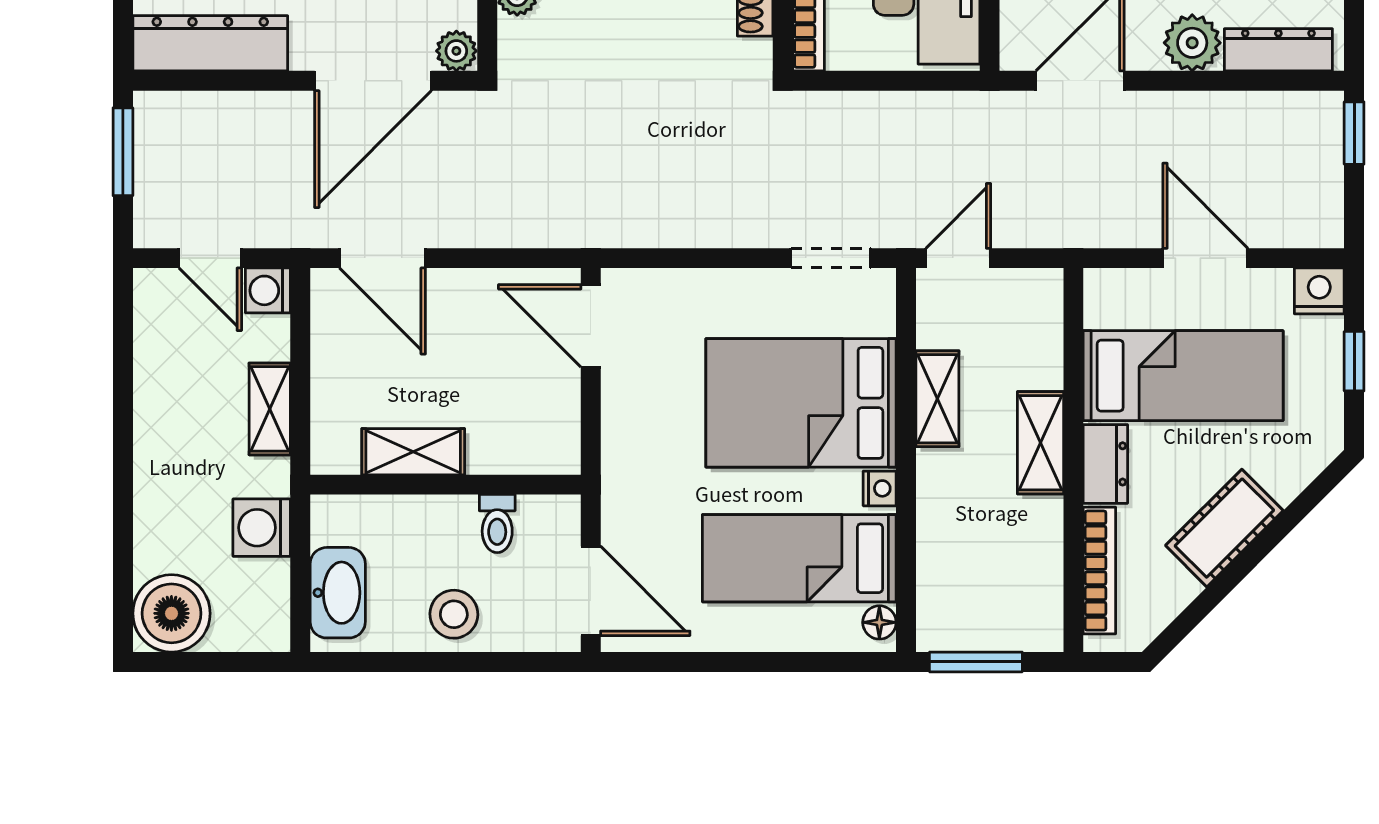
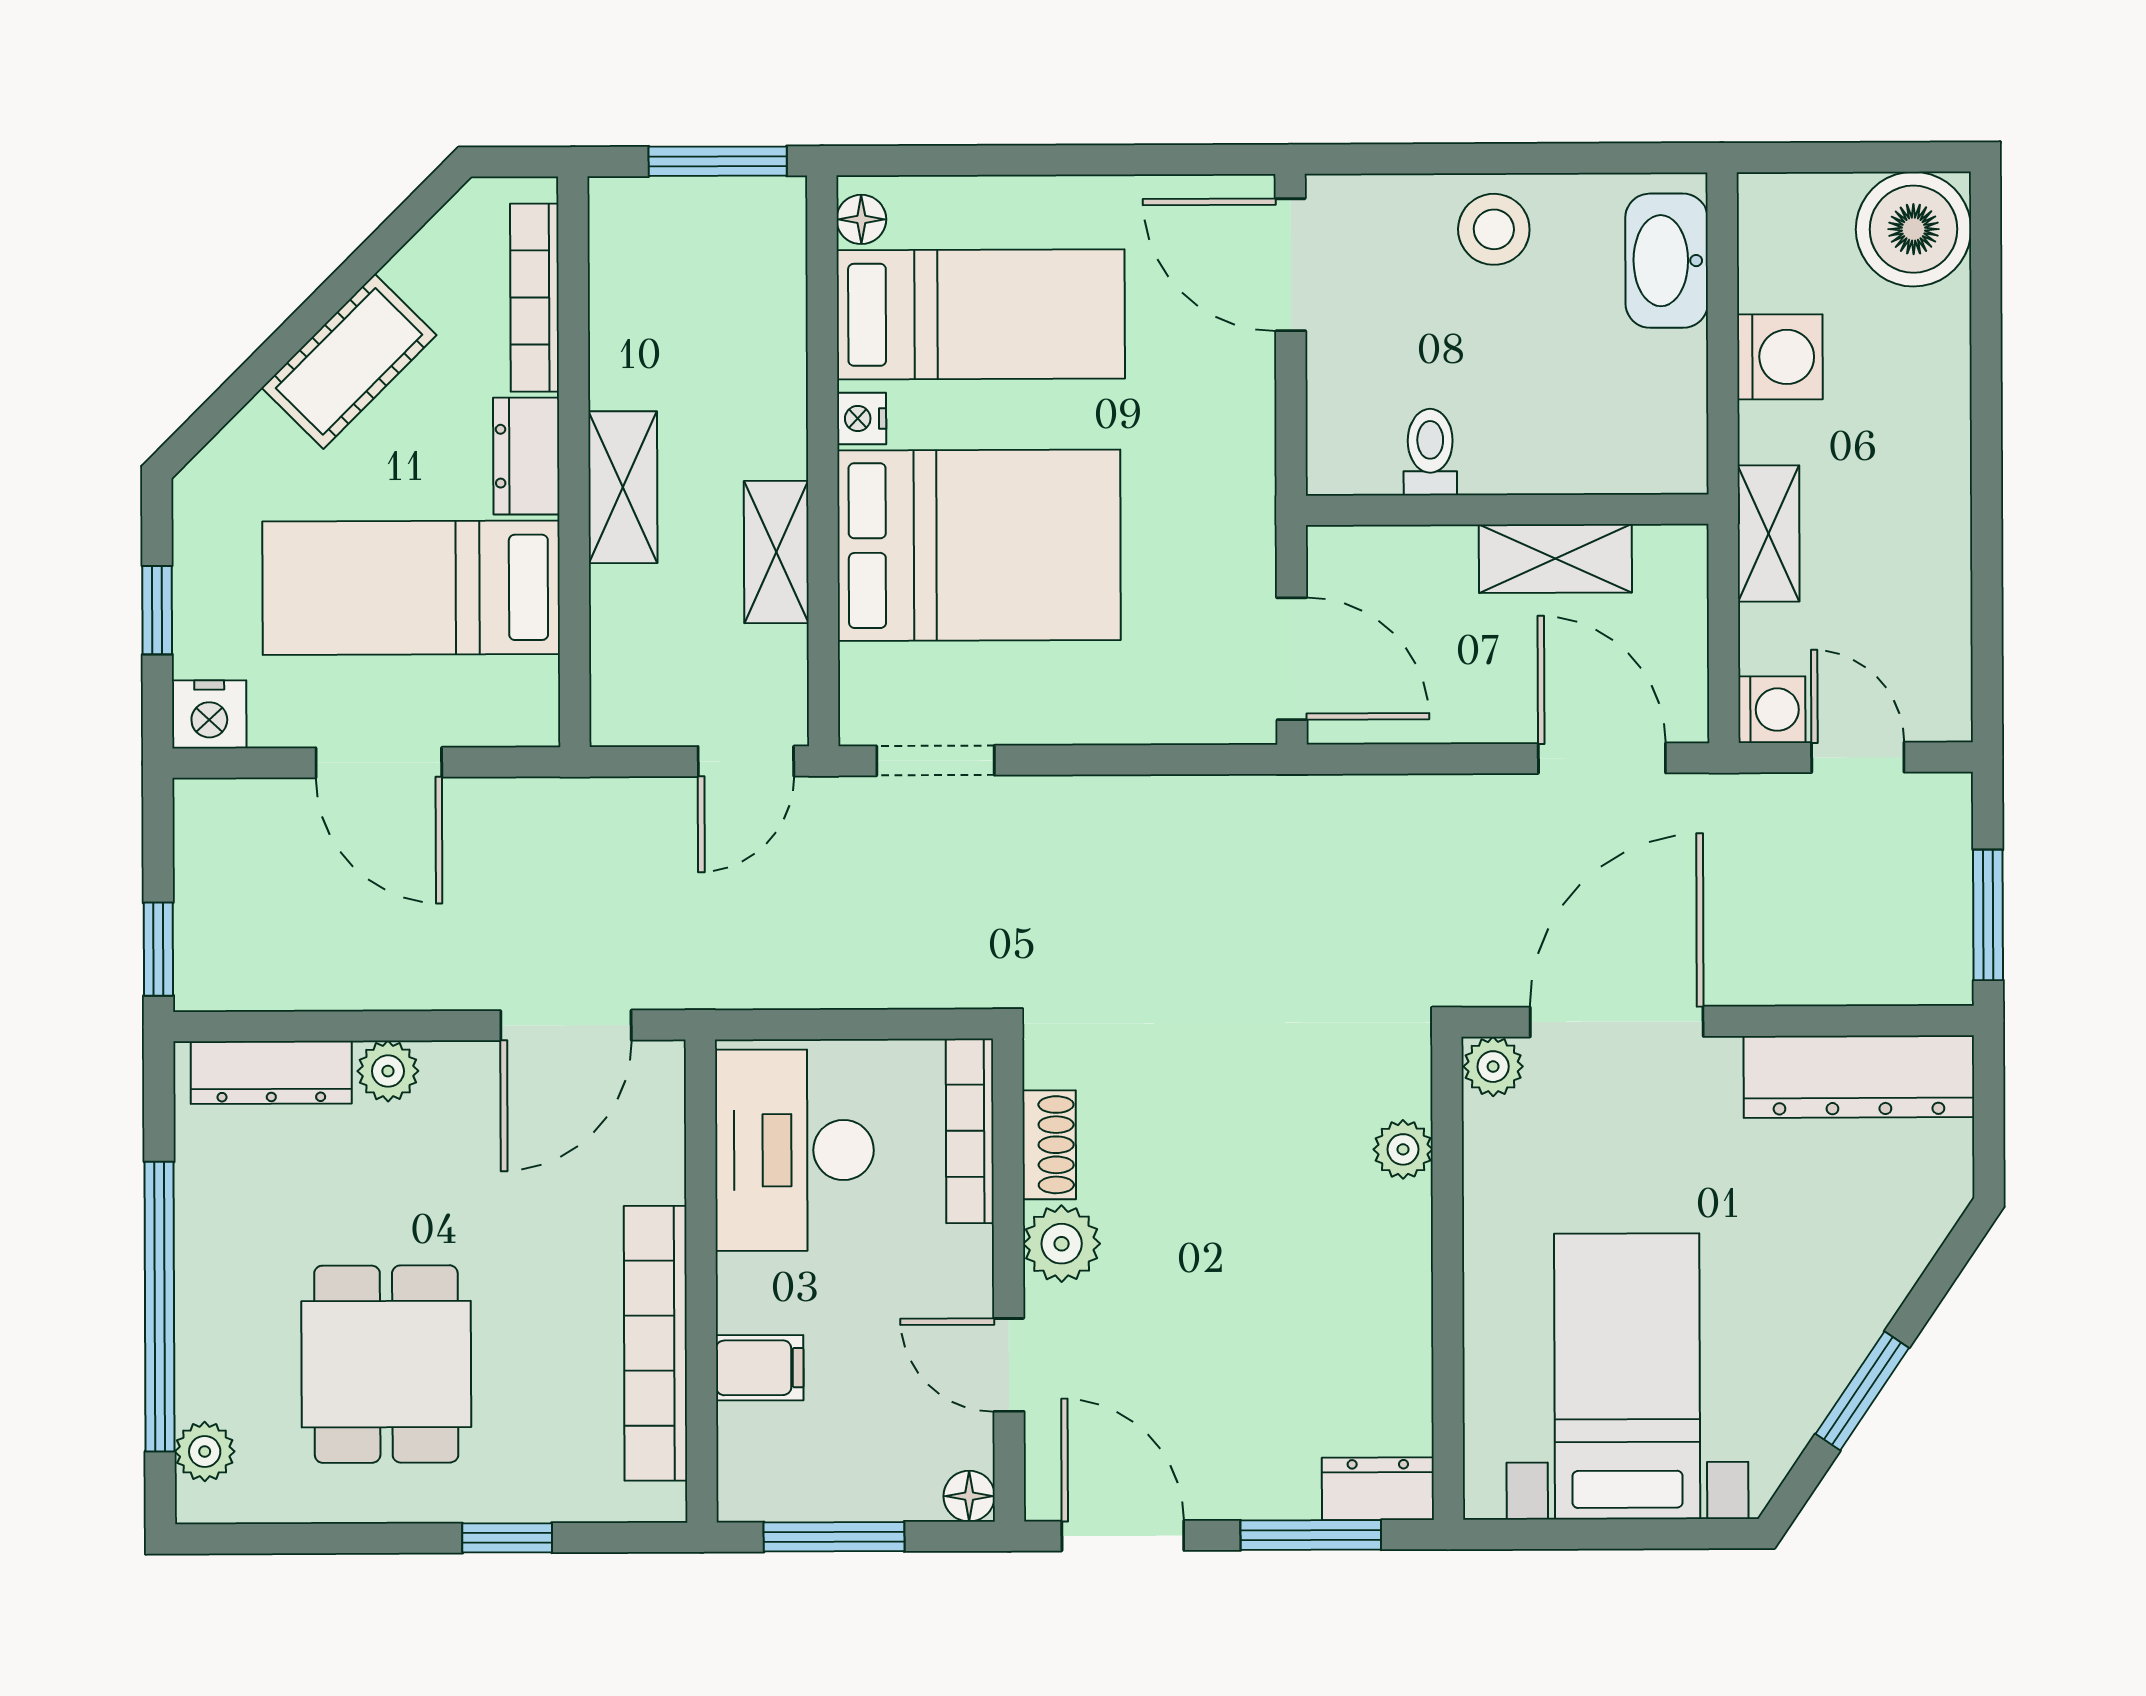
plant: (1192, 43) -> (388, 1071), width x0.73, depth x0.73
shelving: (413, 452) -> (1555, 559), moved
wall: (445, 485) -> (1507, 510), moved
toilet: (497, 524) -> (1430, 452), moved

